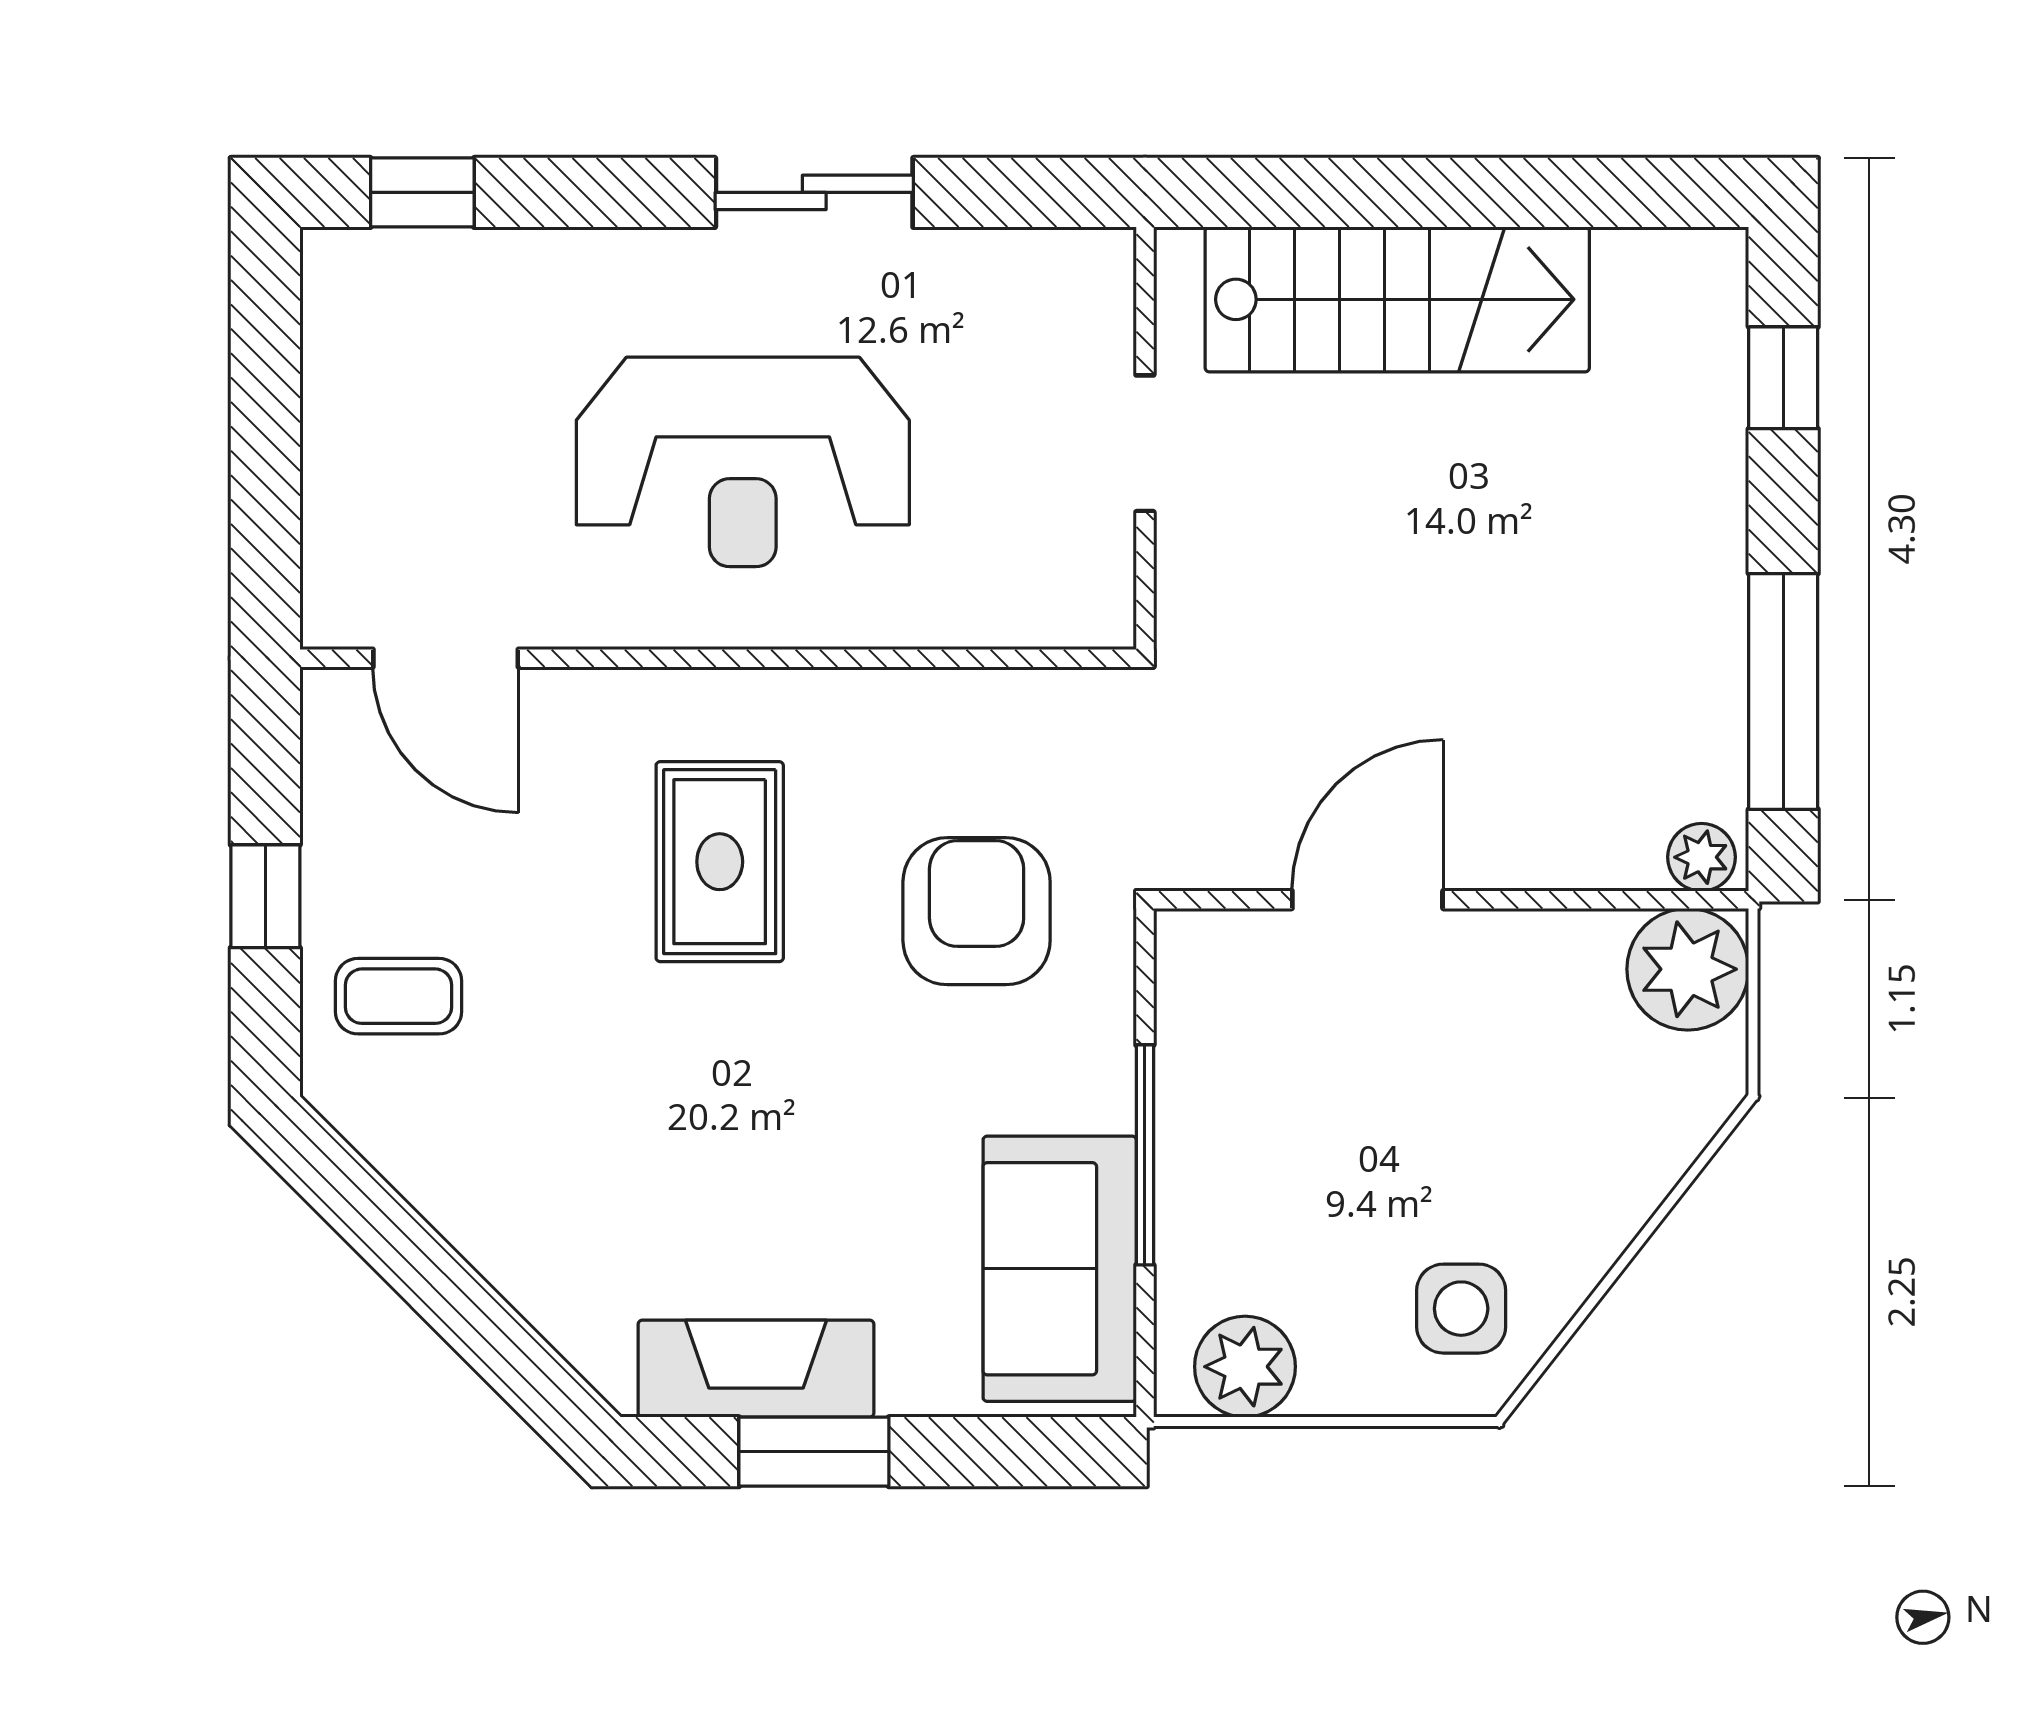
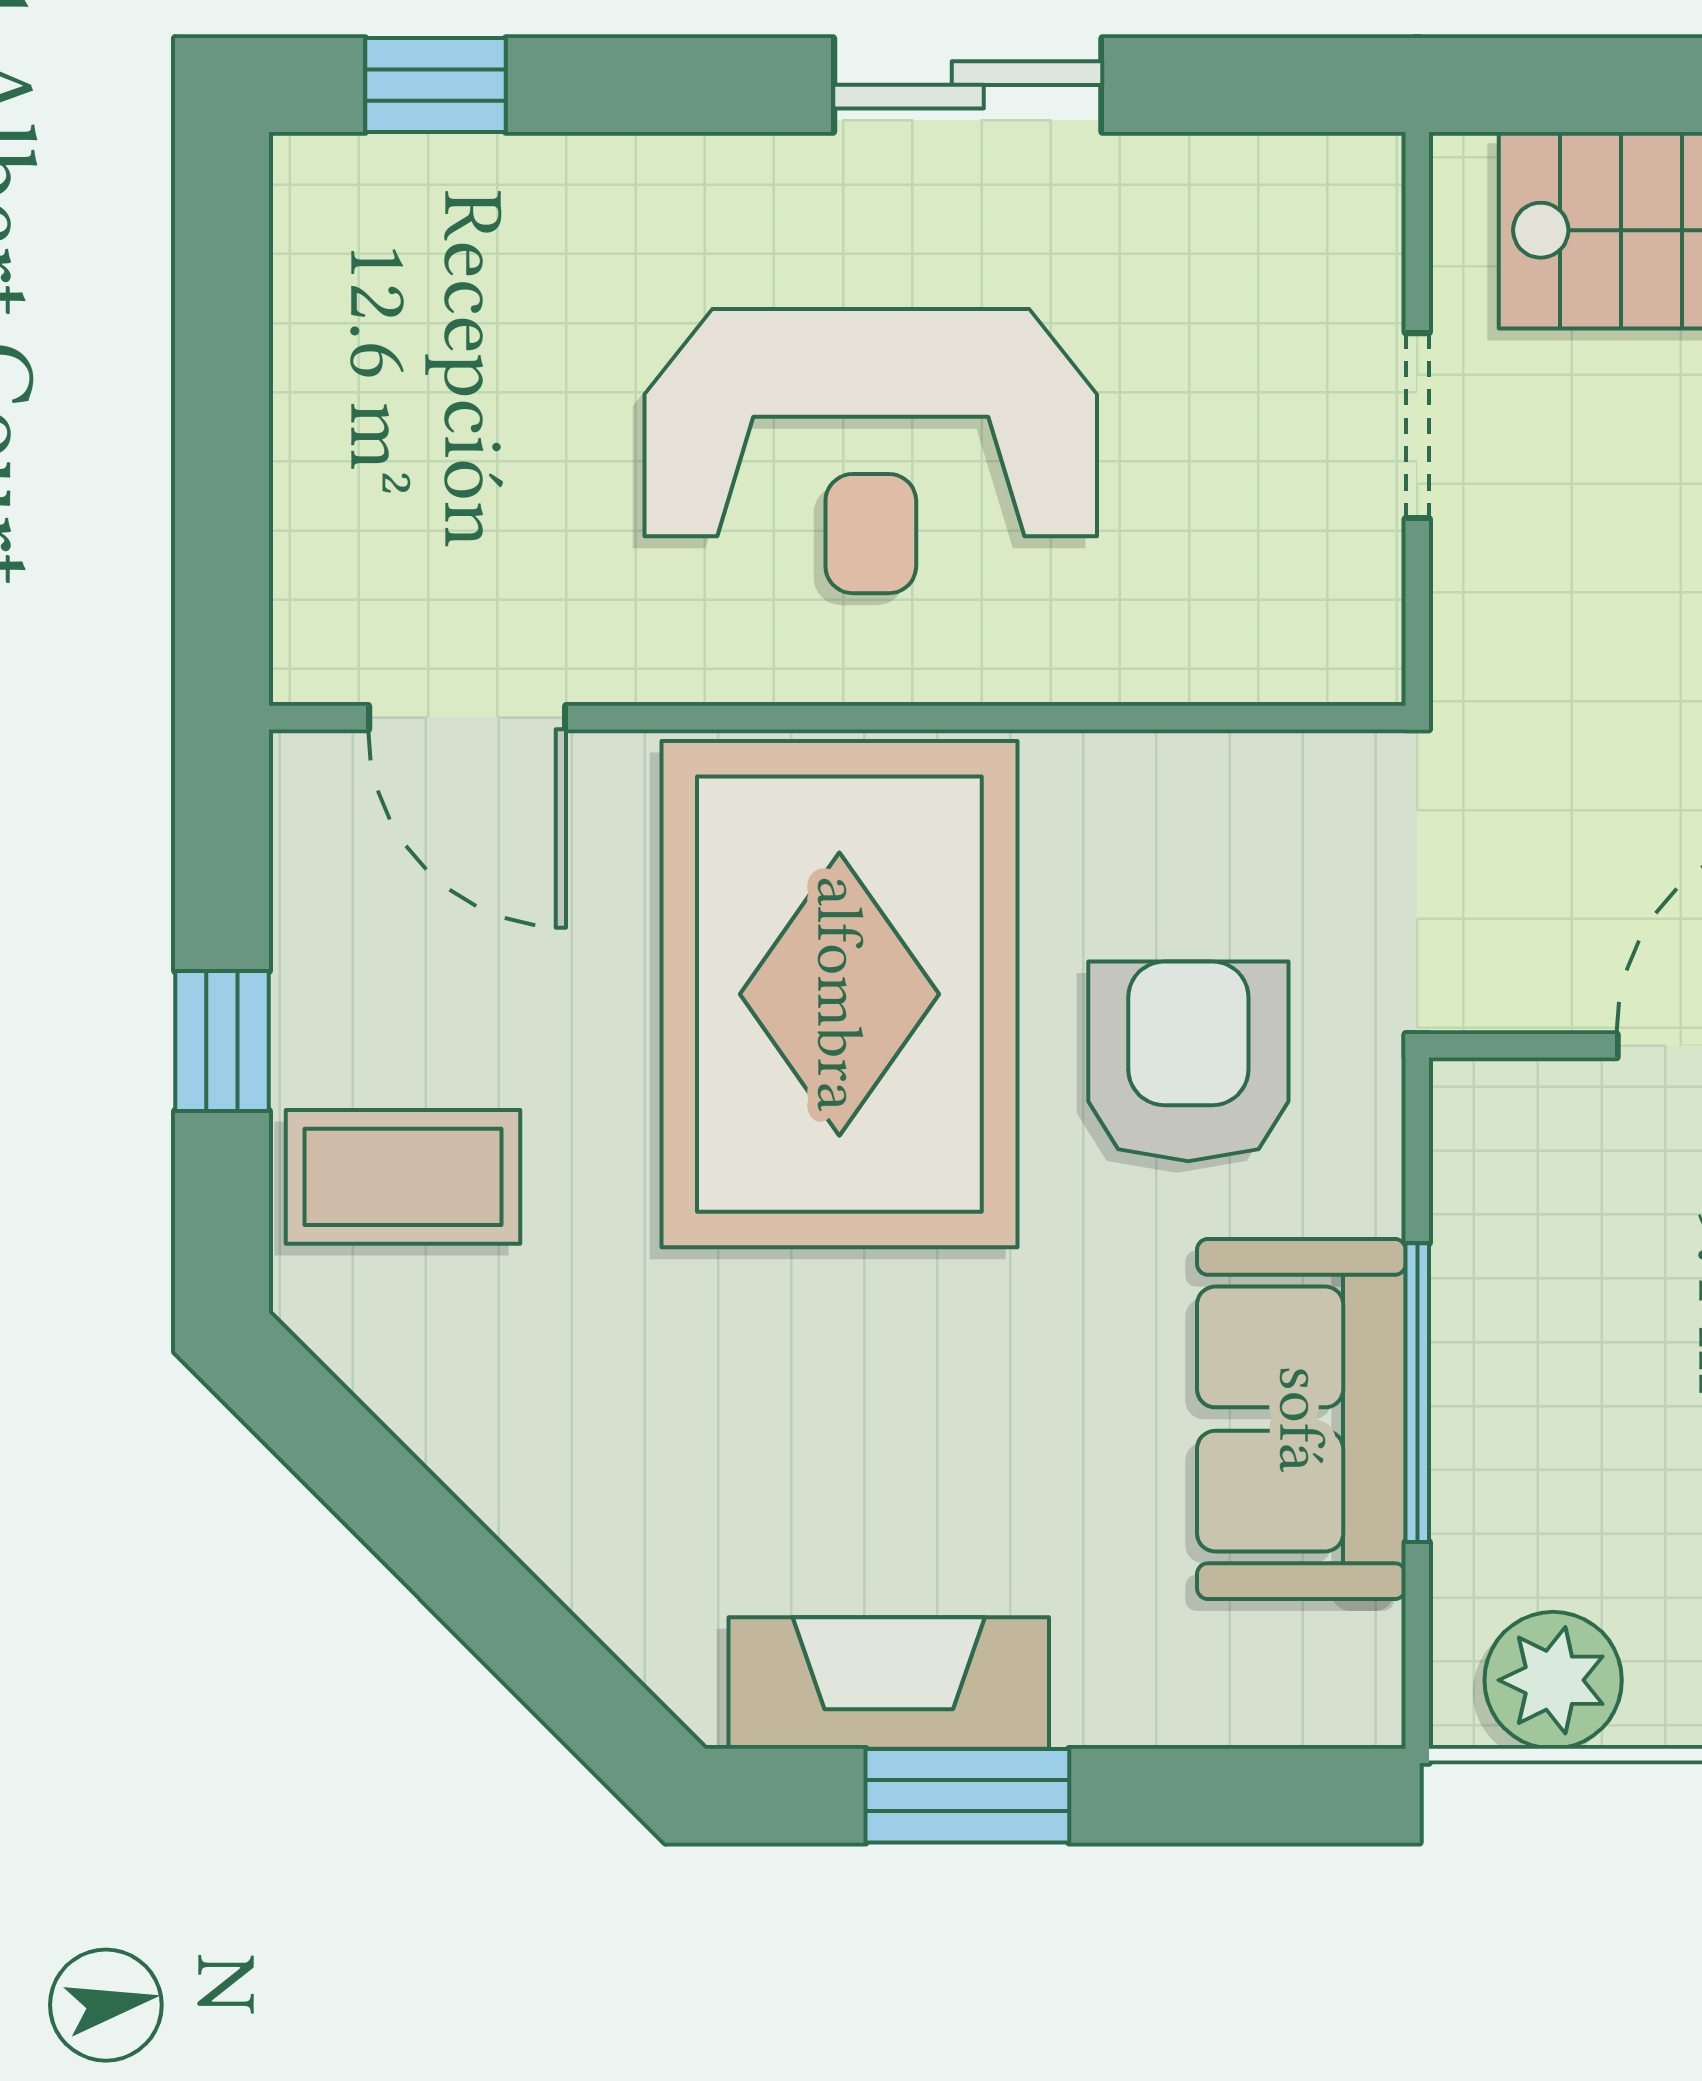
rug: (720, 862) -> (839, 994), width x1.86, depth x2.06
coffee table: (399, 996) -> (403, 1177), width x1.36, depth x1.30
sofa: (1060, 1269) -> (1301, 1419), moved

